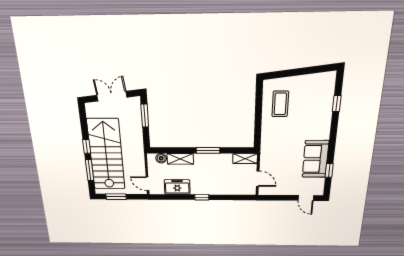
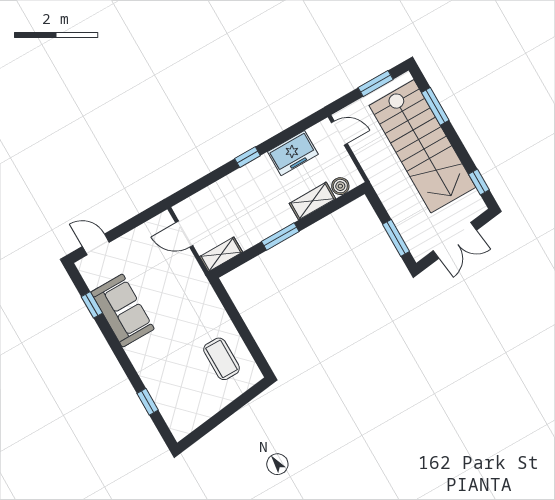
window: (87, 146) -> (479, 182), moved

